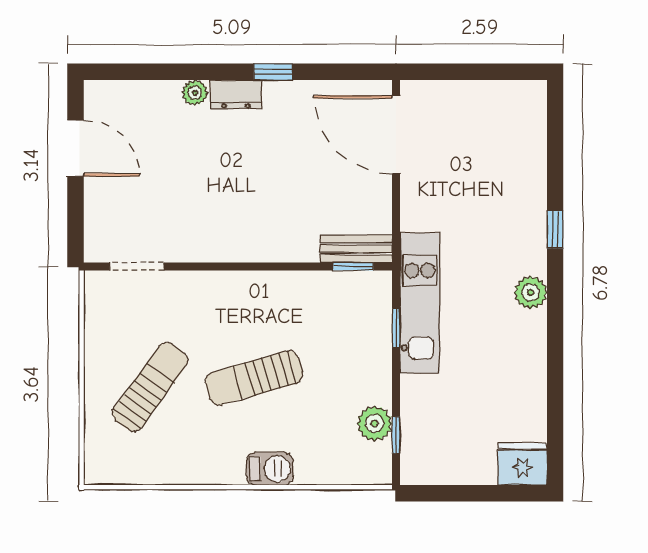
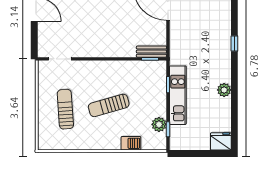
plant: (531, 293) -> (224, 90), moved
kitchen unit: (420, 303) -> (178, 95), moved
sun lounger: (150, 387) -> (65, 109), turned -40
barbecue: (270, 469) -> (131, 143), moved

